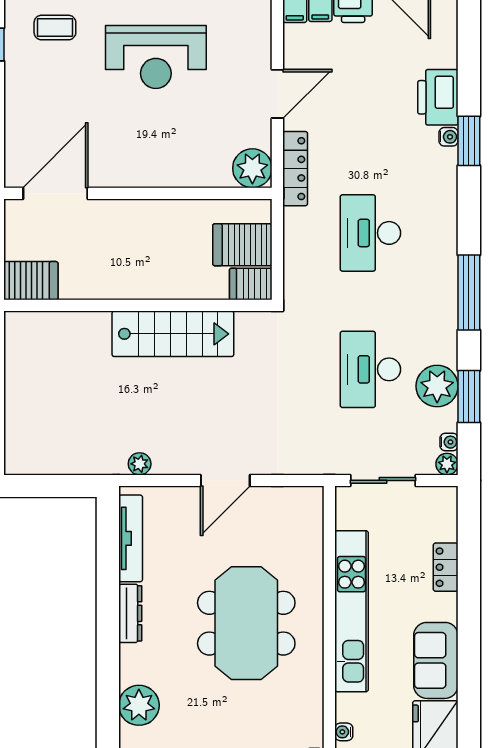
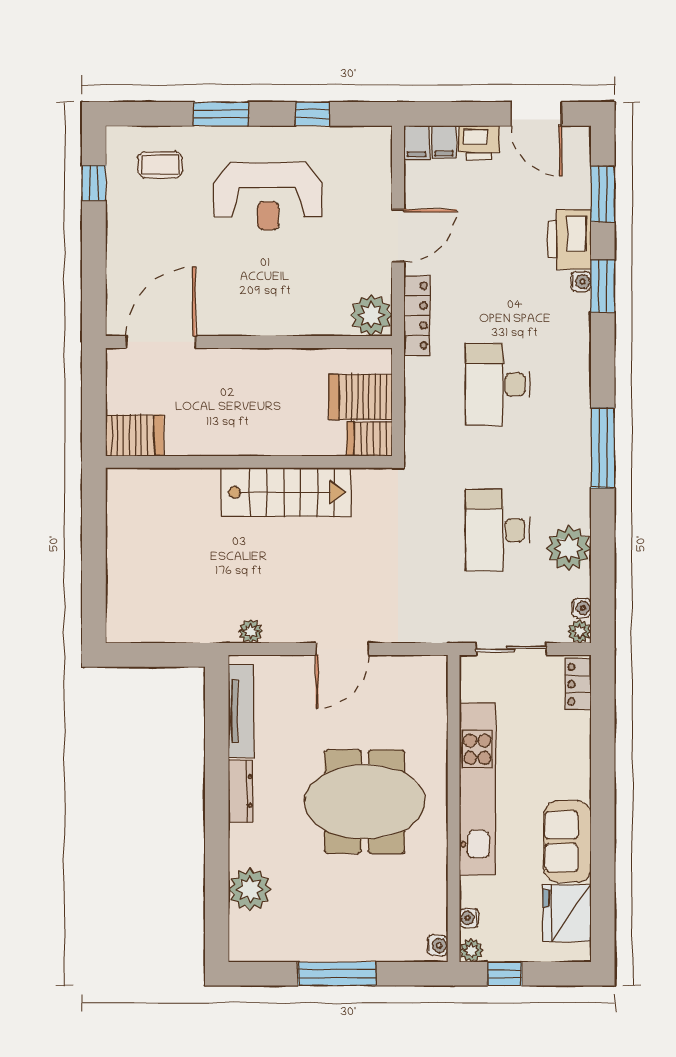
window: (469, 397) -> (603, 194), moved
locker: (446, 567) -> (578, 684), moved
meeting table: (246, 623) -> (365, 802), turned 90

